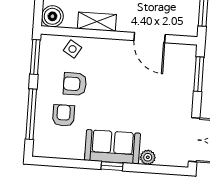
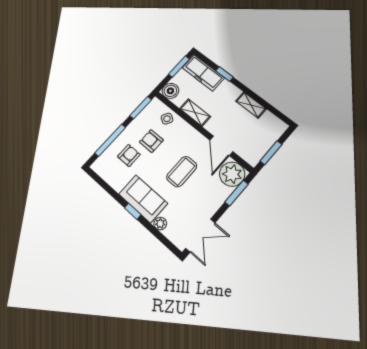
plant: (181, 59) -> (232, 174), added
coffee table: (130, 92) -> (182, 172), added

